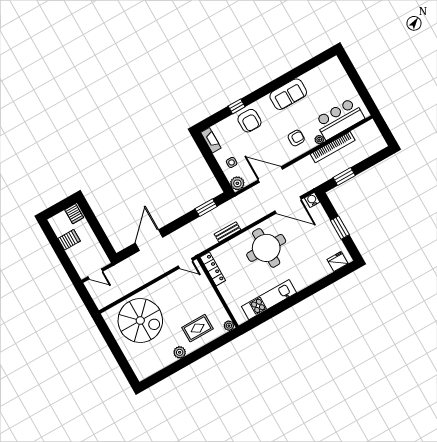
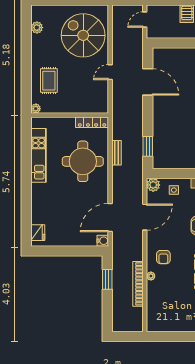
bar counter: (339, 119) -> (159, 303), removed
window: (340, 228) -> (66, 251), removed
round table: (266, 248) -> (83, 161), moved
door: (185, 263) -> (110, 72), moved
spiral stairs: (140, 321) -> (83, 35), turned 90
plant: (180, 352) -> (37, 28), moved

